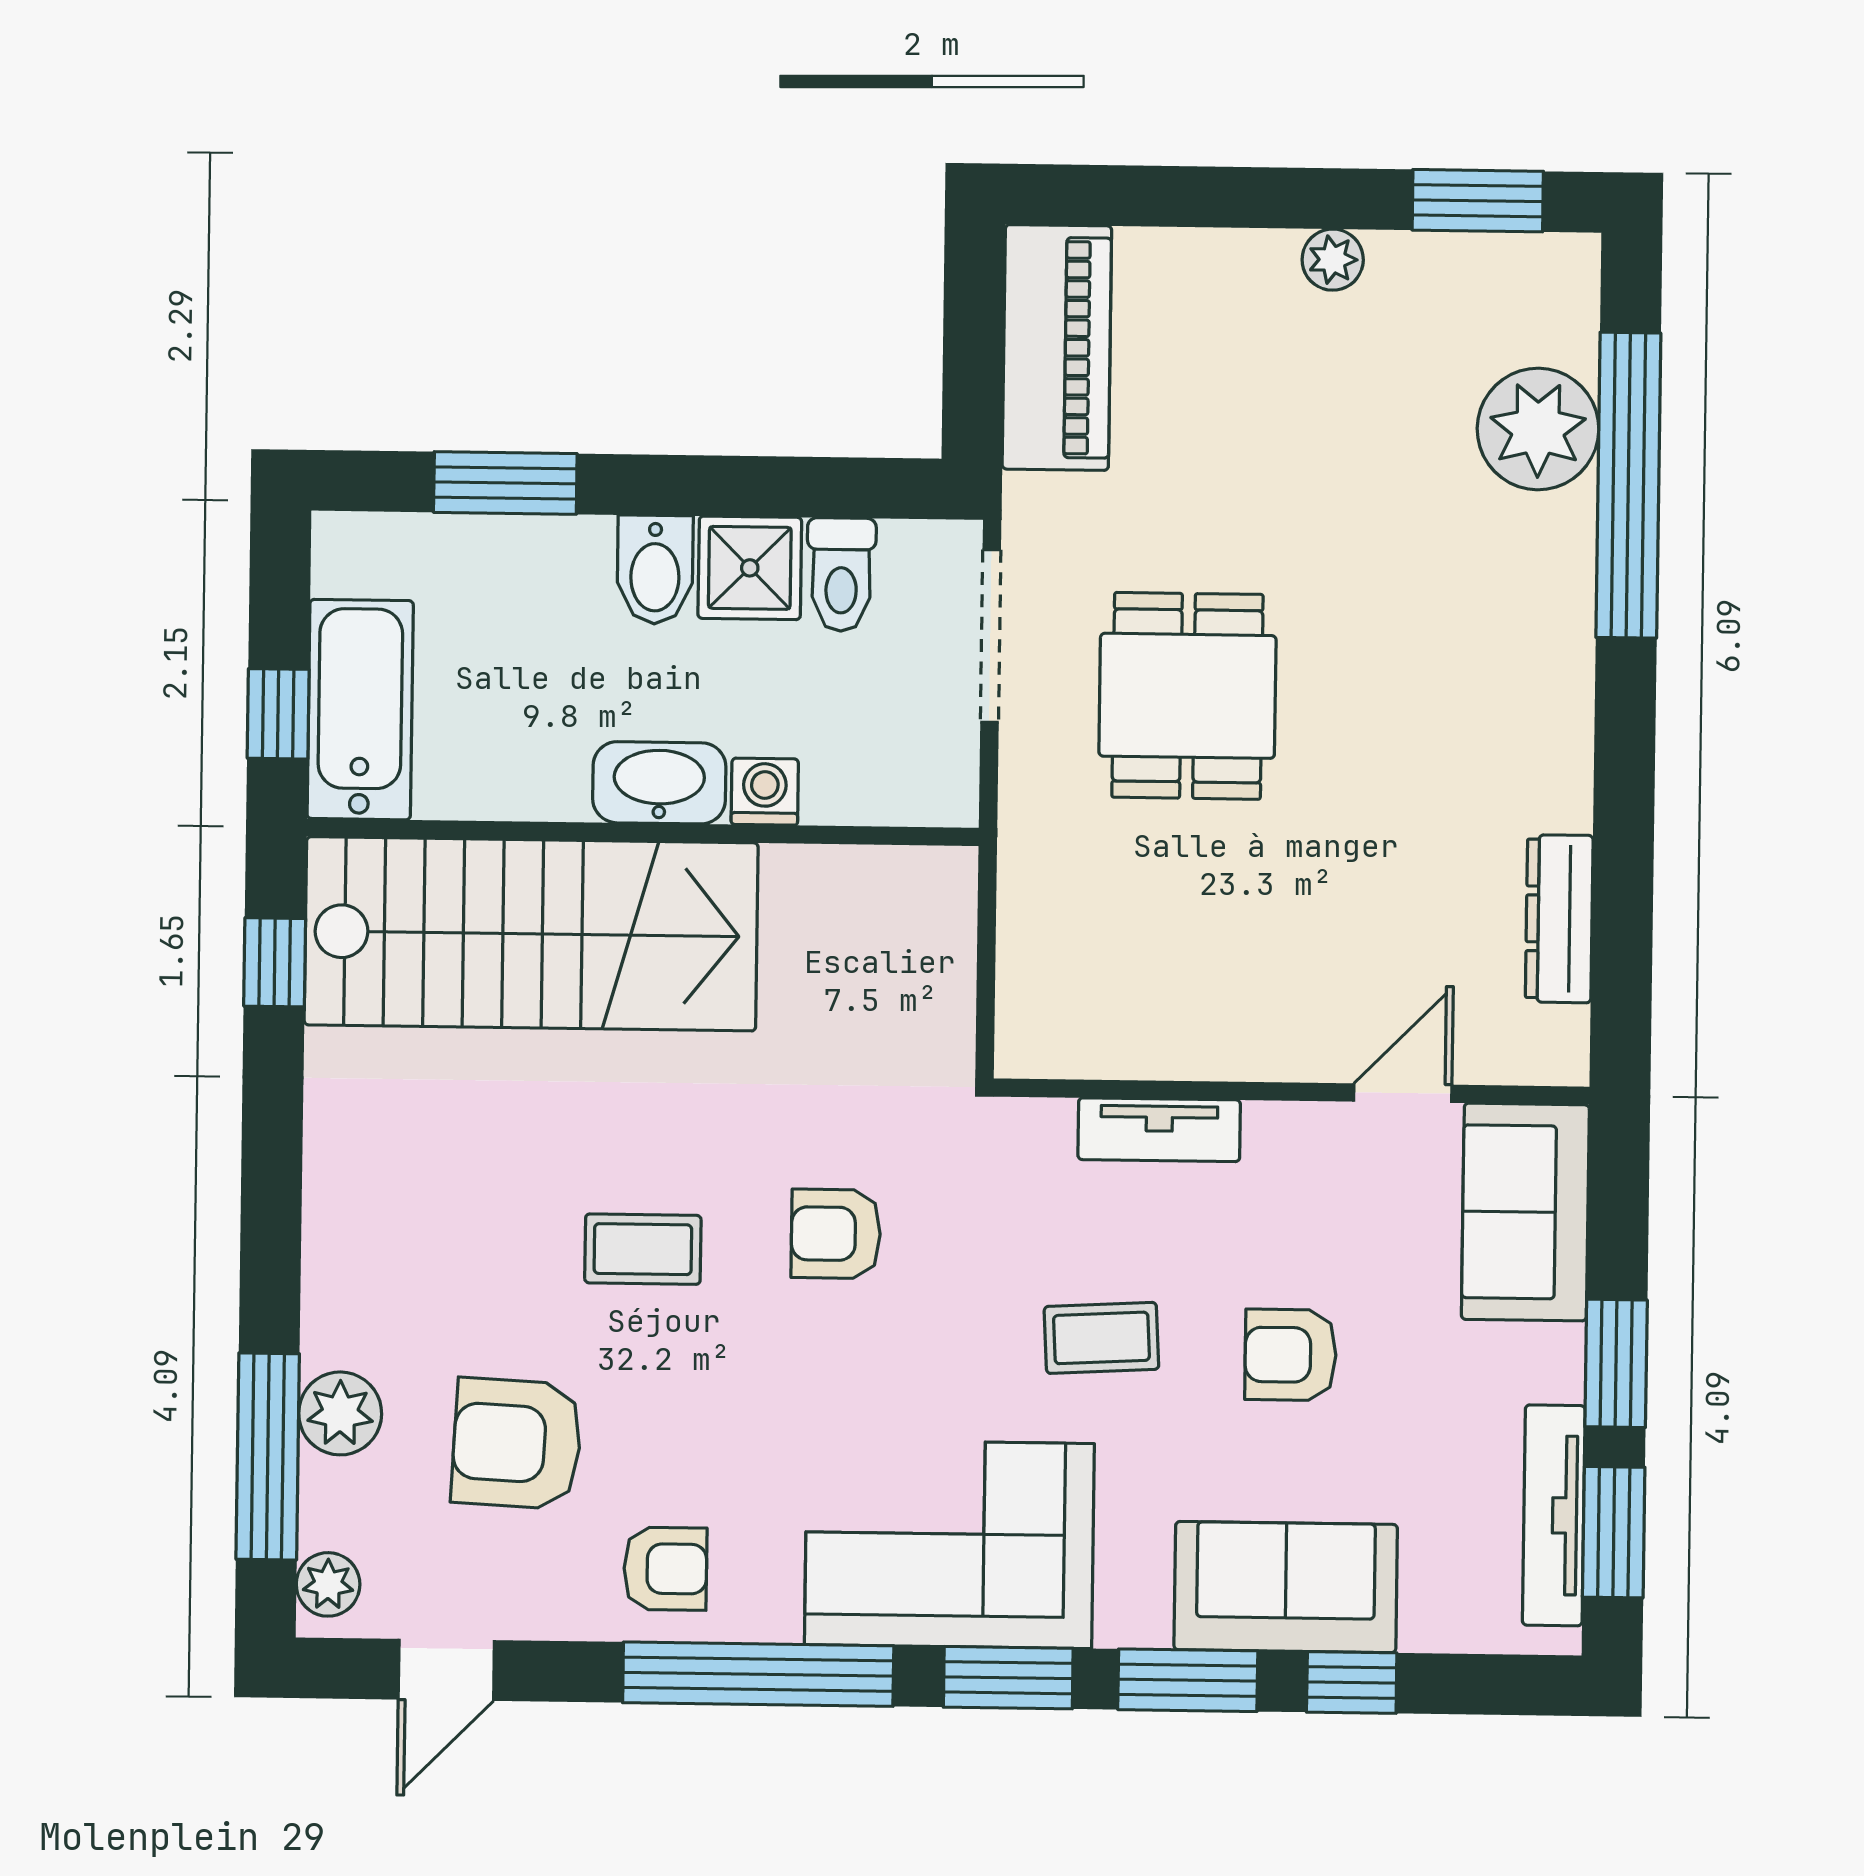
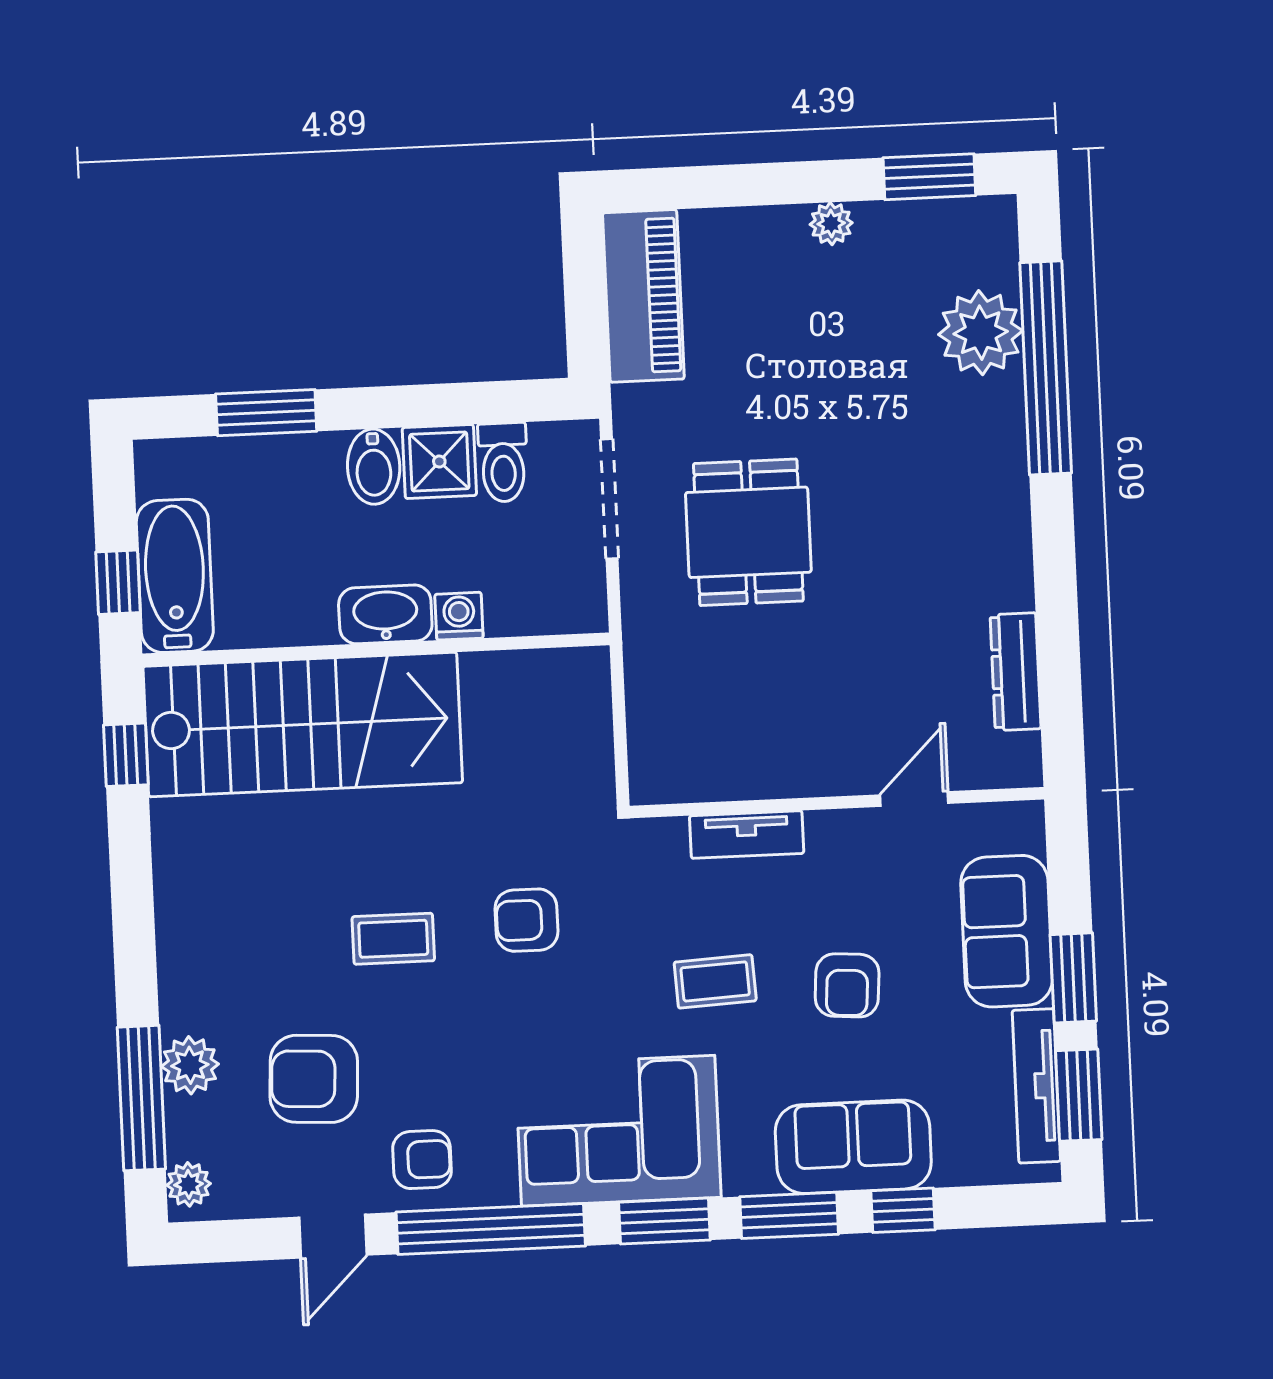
sofa: (1525, 1212) -> (1007, 931), moved
armchair: (1291, 1355) -> (847, 985), turned -86
door: (446, 1670) -> (333, 1236), moved

